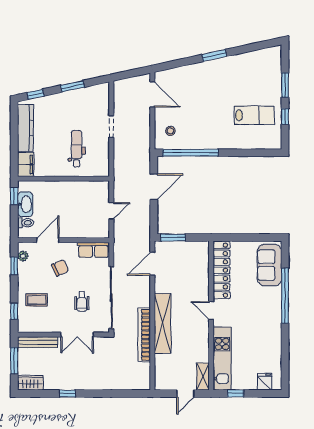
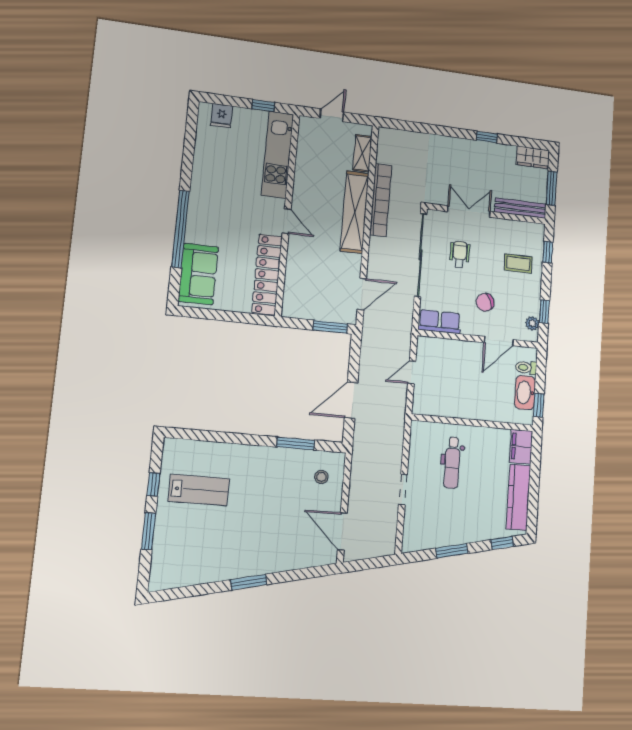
lab bench: (254, 115) -> (199, 490), turned 180
window: (191, 153) -> (296, 443), width x0.47
shelving: (203, 376) -> (362, 153), moved

